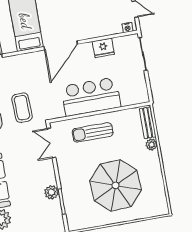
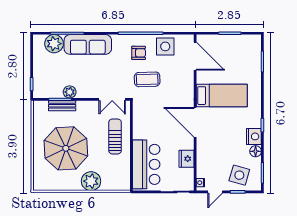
bar counter: (91, 97) -> (146, 164), moved
bench: (148, 123) -> (62, 106), moved
double door: (51, 143) -> (112, 99), swing flipped
plant: (152, 145) -> (91, 181), width x1.87, depth x1.87

